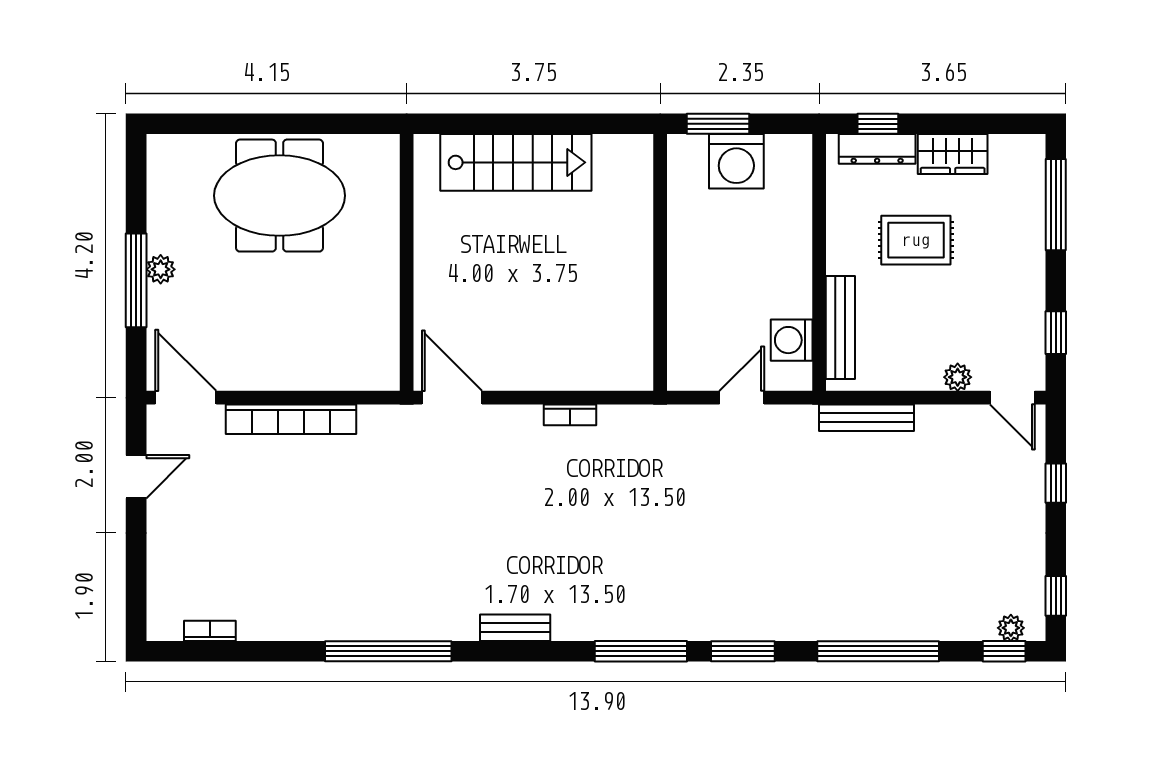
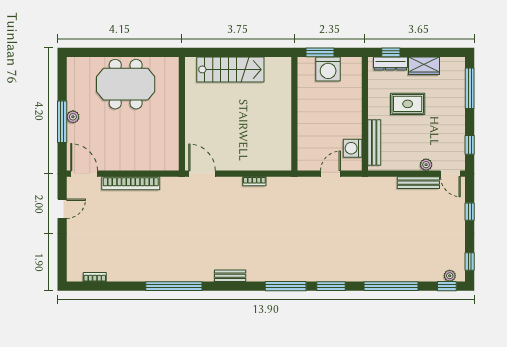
bench: (867, 418) -> (418, 183), moved

